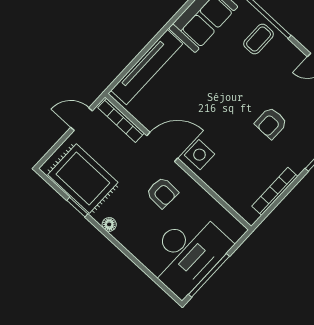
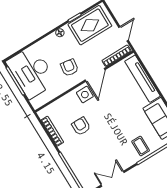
armchair: (271, 123) -> (81, 126), moved
armchair: (162, 193) -> (69, 68), turned 97

